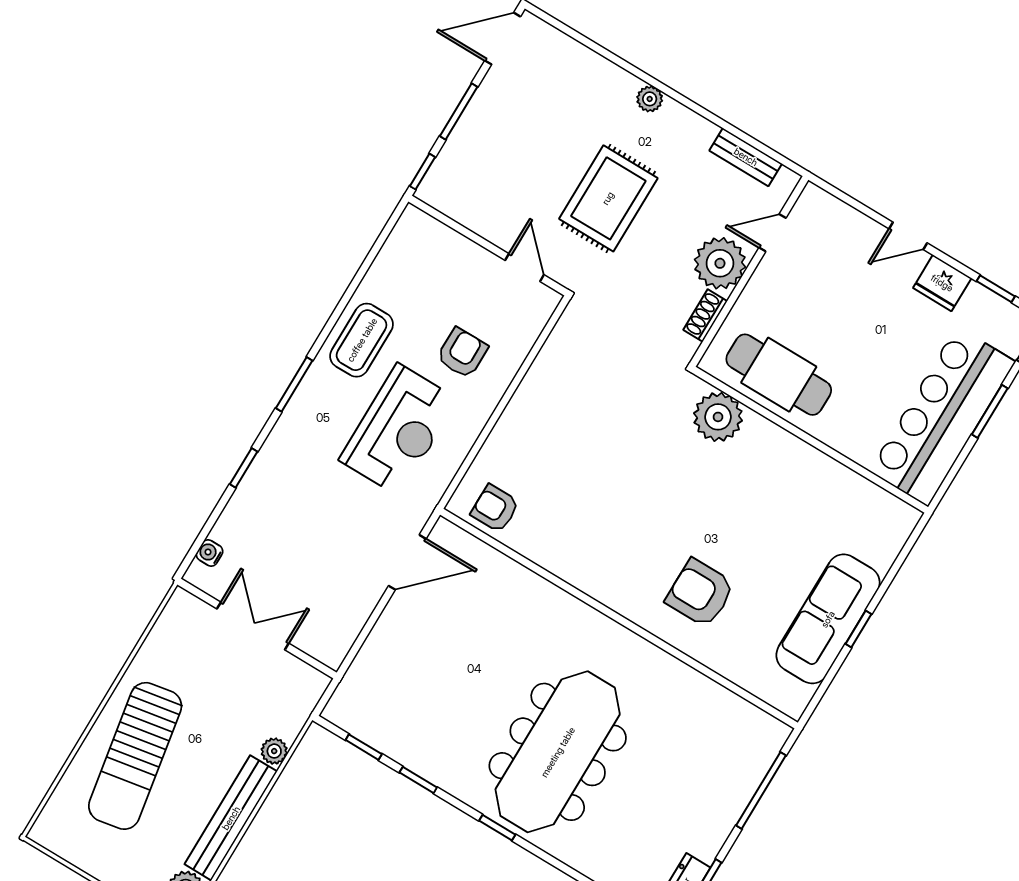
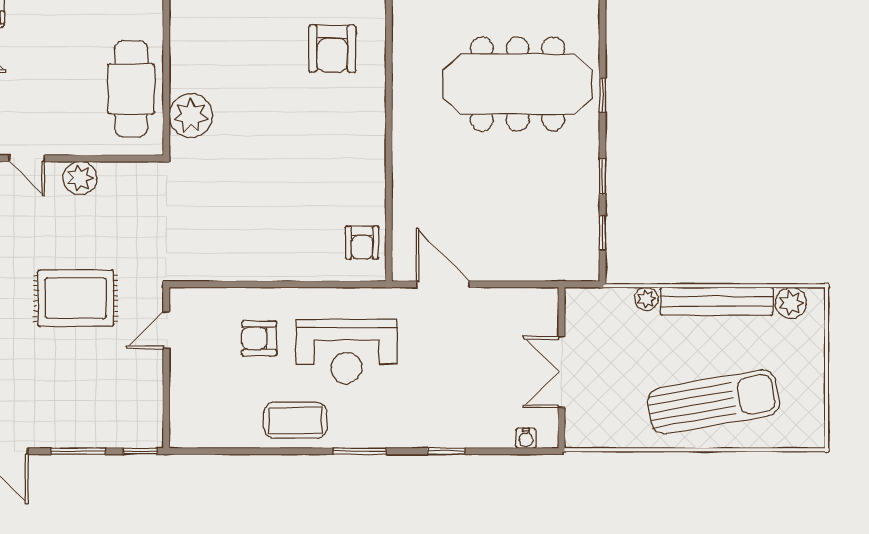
plant: (720, 263) -> (80, 178), width x0.73, depth x0.73
shoe rack: (705, 315) -> (120, 172), removed
reception desk: (398, 430) -> (346, 352), turned 180

